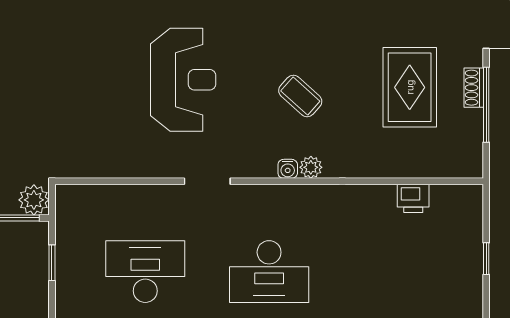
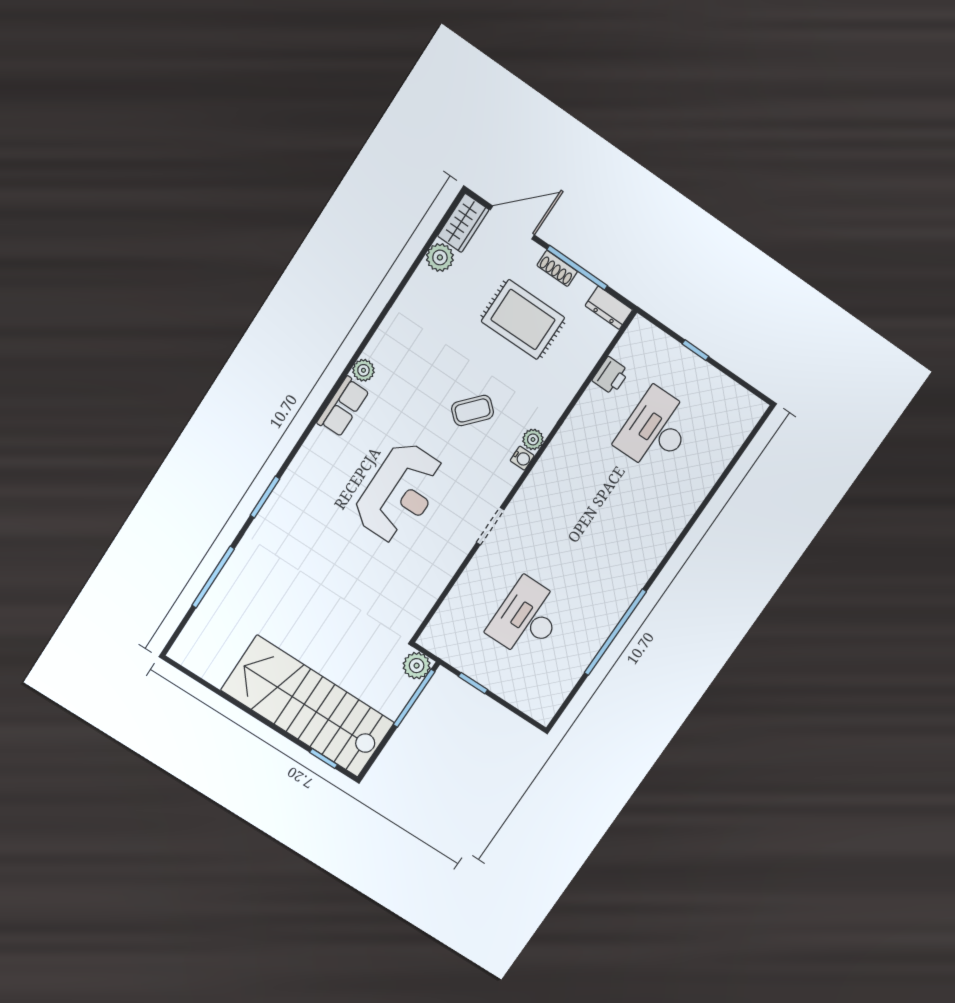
reception desk: (183, 80) -> (400, 493), turned 90
dresser: (471, 156) -> (609, 308), added
desk: (269, 272) -> (656, 430), moved, turned 180

